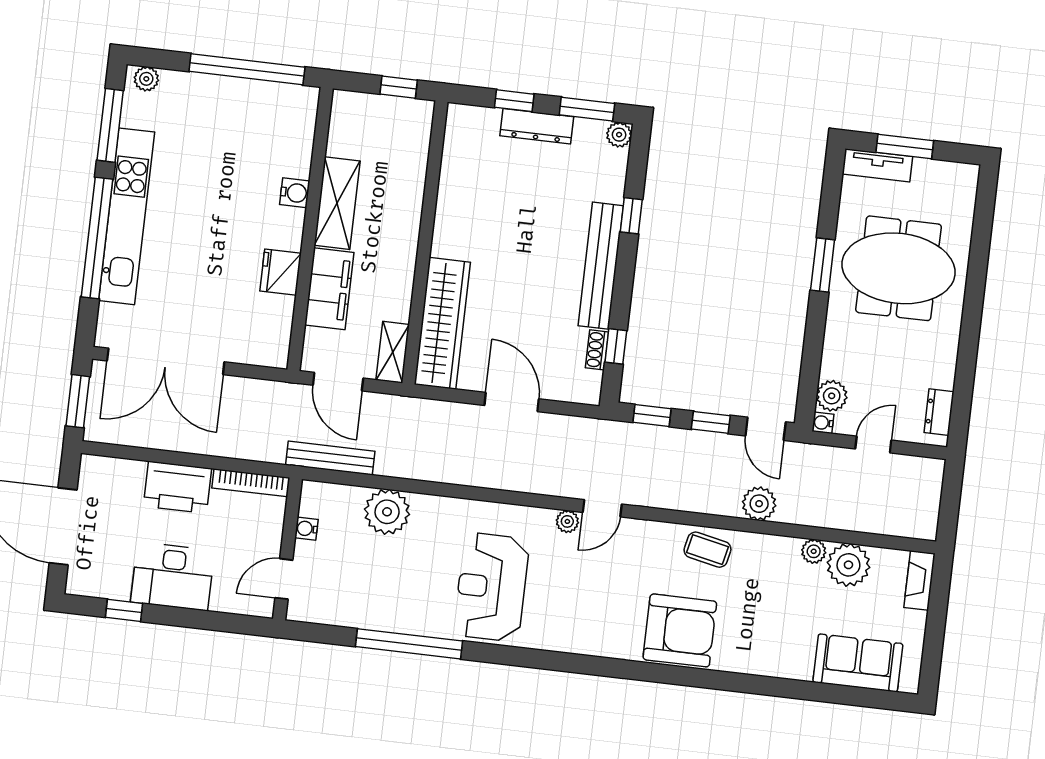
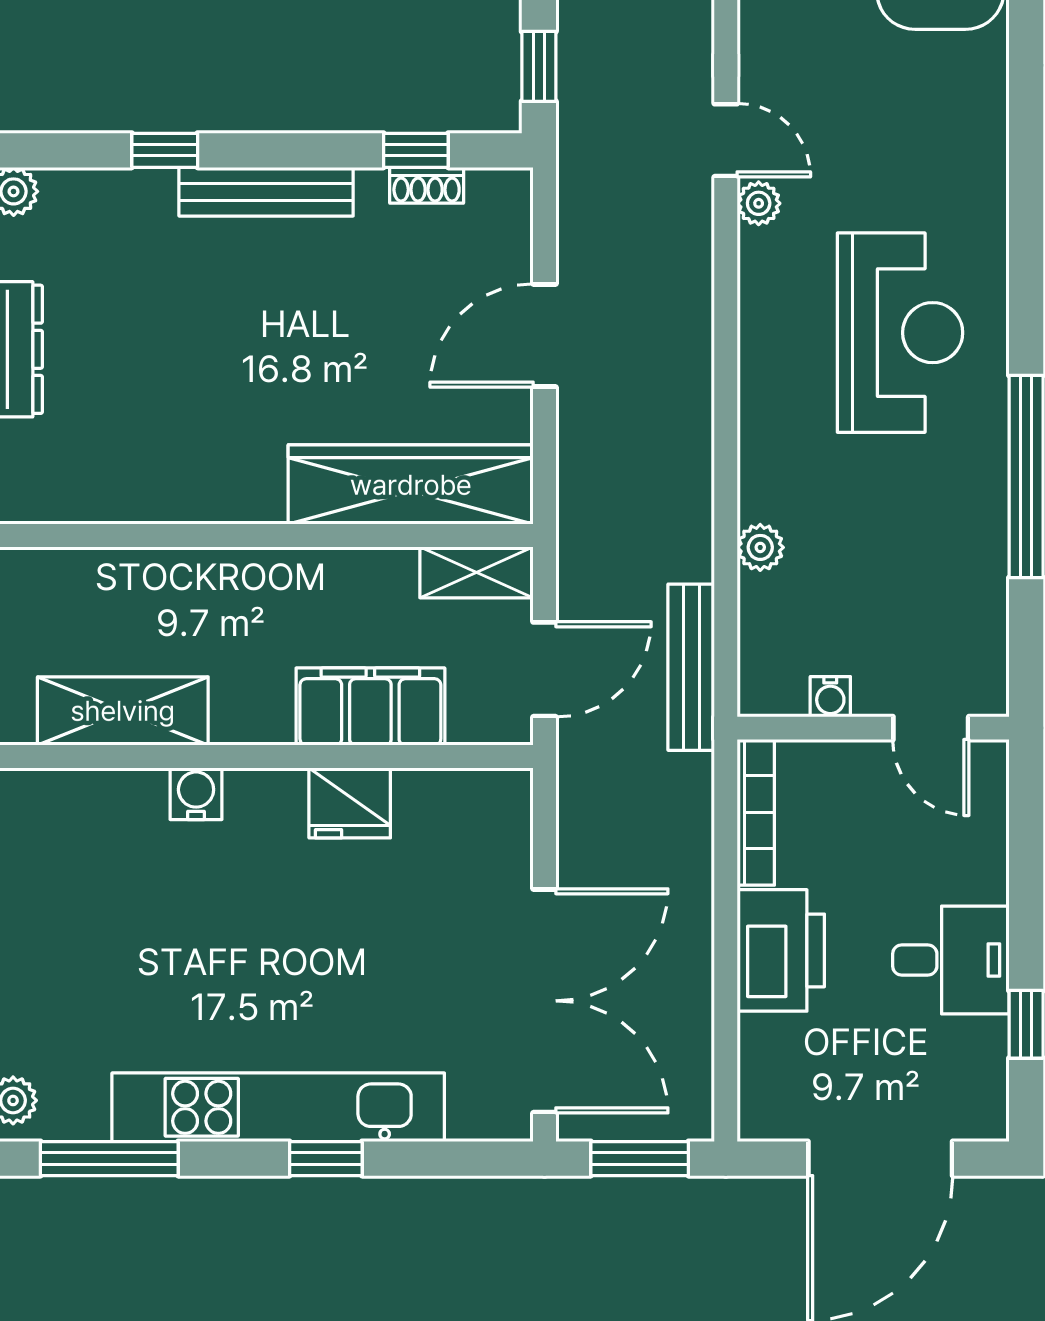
shelving: (337, 203) -> (123, 711), moved
window: (97, 238) -> (326, 1159), width x0.32
bench: (601, 266) -> (266, 192), width x0.73, depth x0.82
plant: (387, 512) -> (760, 547), width x0.53, depth x0.53
desk: (173, 576) -> (951, 960), width x0.73
reception desk: (491, 587) -> (900, 333), turned -90

